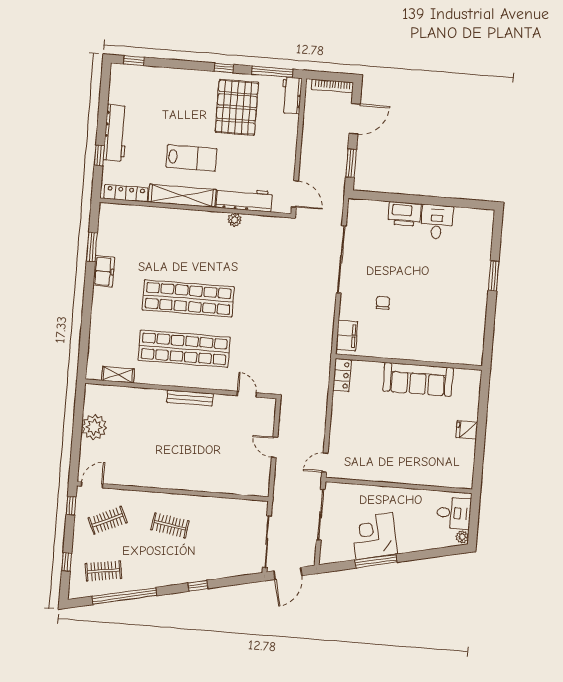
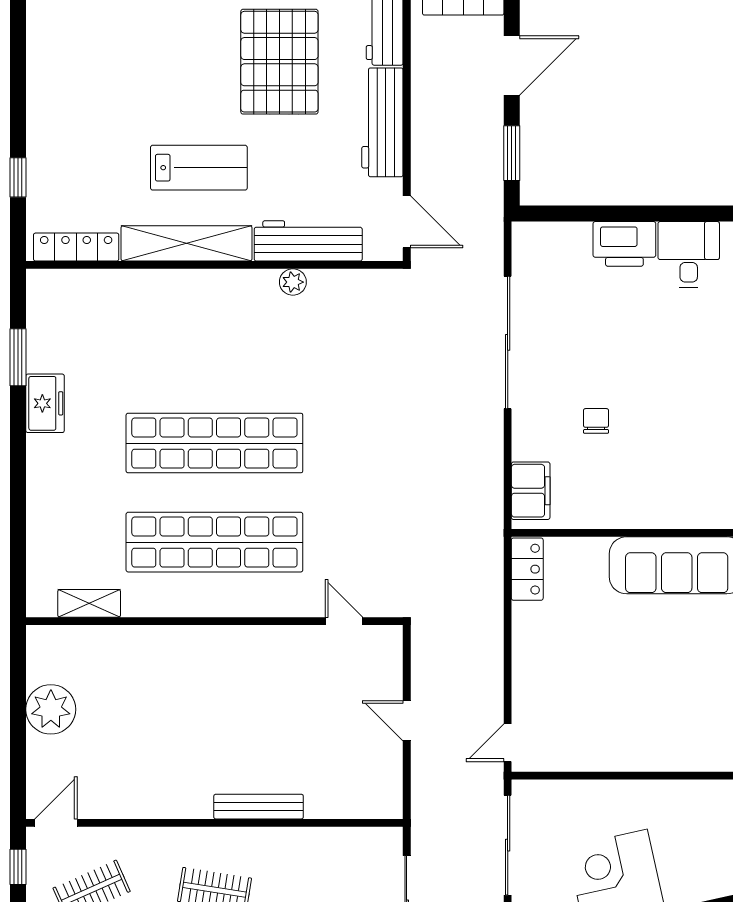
workbench: (116, 133) -> (382, 122), moved, turned 180
bench: (190, 398) -> (259, 807), moved

